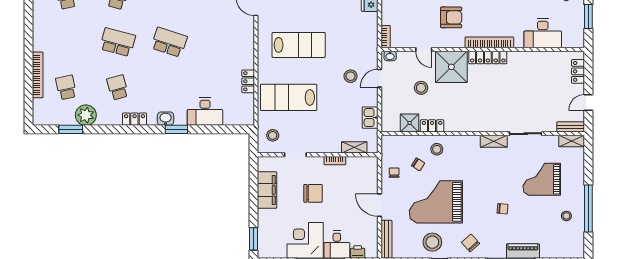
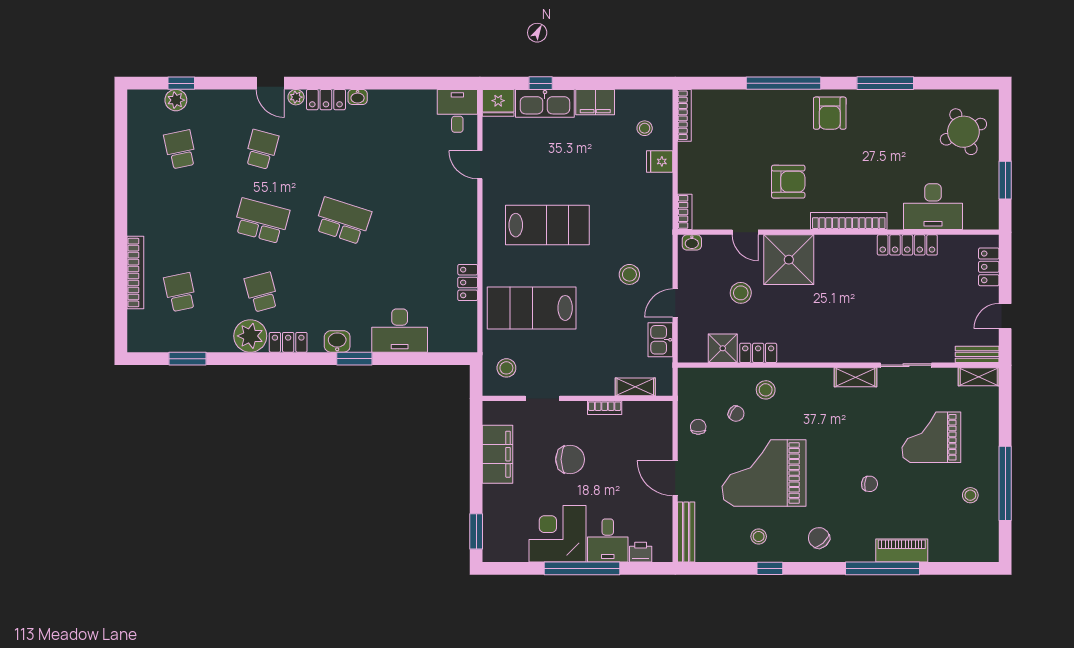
locker: (488, 57) -> (907, 245), moved
door: (380, 78) -> (675, 303), moved
plant: (86, 115) -> (250, 336), moved
stool: (432, 242) -> (759, 537), width x0.53, depth x0.53

